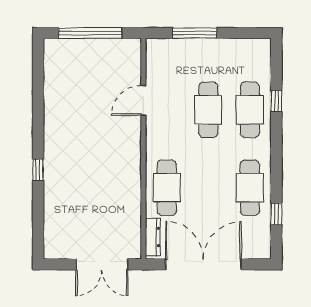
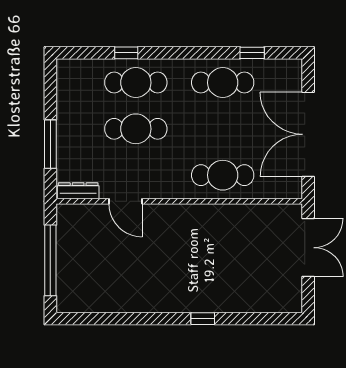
dresser: (153, 237) -> (78, 191), moved

